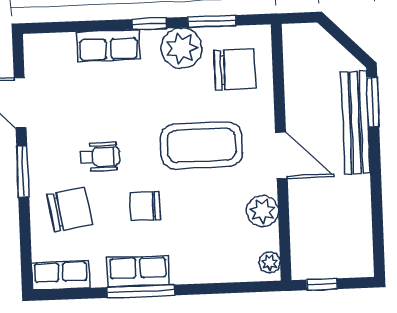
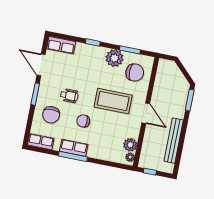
window: (149, 24) -> (93, 42), moved
row of seats: (108, 46) -> (61, 45), moved
bench: (356, 122) -> (174, 141), moved
chair: (70, 209) -> (51, 115), turned 99
plant: (262, 211) -> (130, 145), moved

